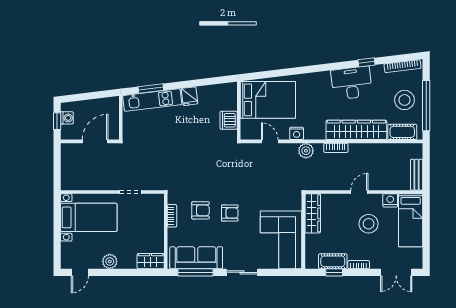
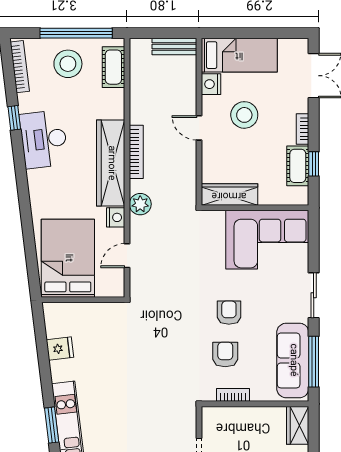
fridge: (189, 96) -> (60, 349), moved
dishwasher: (229, 120) -> (97, 314), removed
wardrobe: (356, 130) -> (111, 163), moved
bookcase: (336, 148) -> (136, 152), width x1.56

